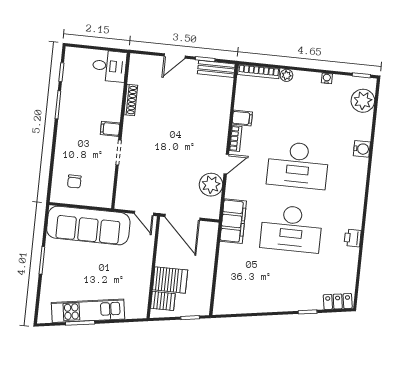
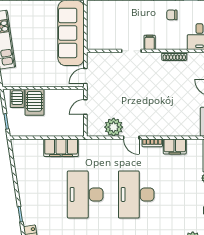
filing cabinet: (242, 118) -> (175, 146), width x2.00
chair: (74, 181) -> (172, 15), moved
door: (182, 217) -> (85, 107), width x0.53
filing cabinet: (233, 221) -> (61, 148), moved

